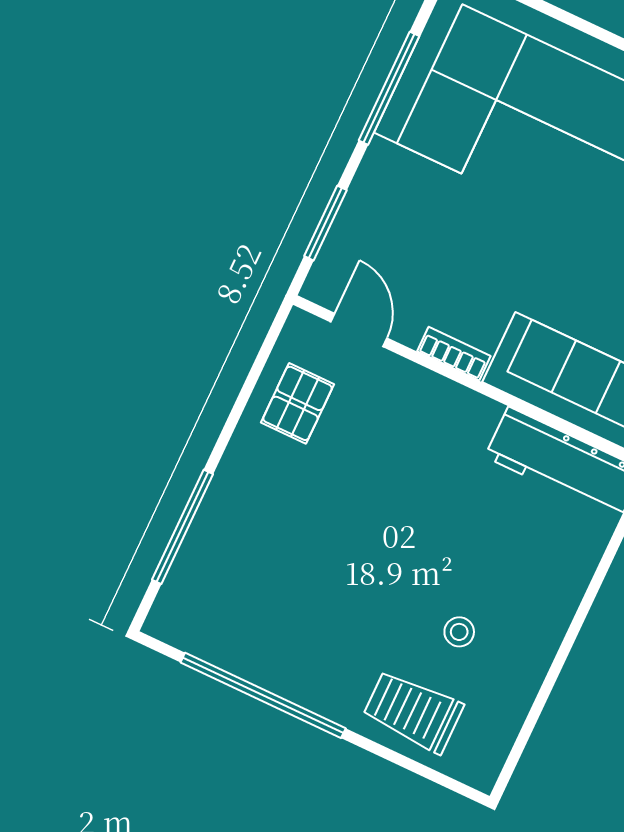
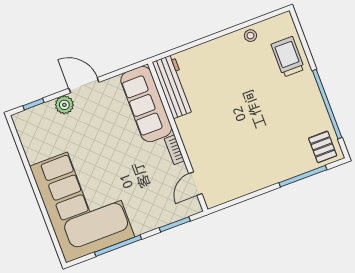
pallet: (297, 403) -> (323, 147), moved, turned 90
stool: (459, 632) -> (250, 36), moved
trolley: (413, 711) -> (288, 57), turned 180

